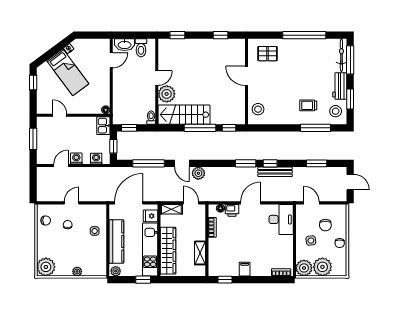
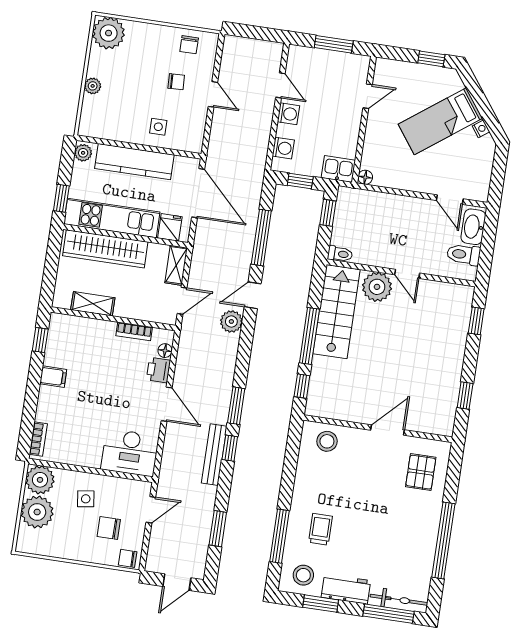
chair: (340, 243) -> (128, 558), moved

